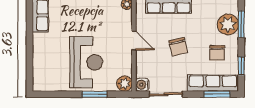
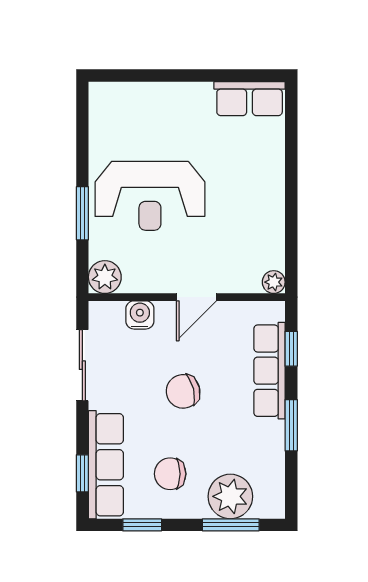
water cooler: (142, 85) -> (140, 315), moved
window: (217, 94) -> (82, 473), width x0.67

